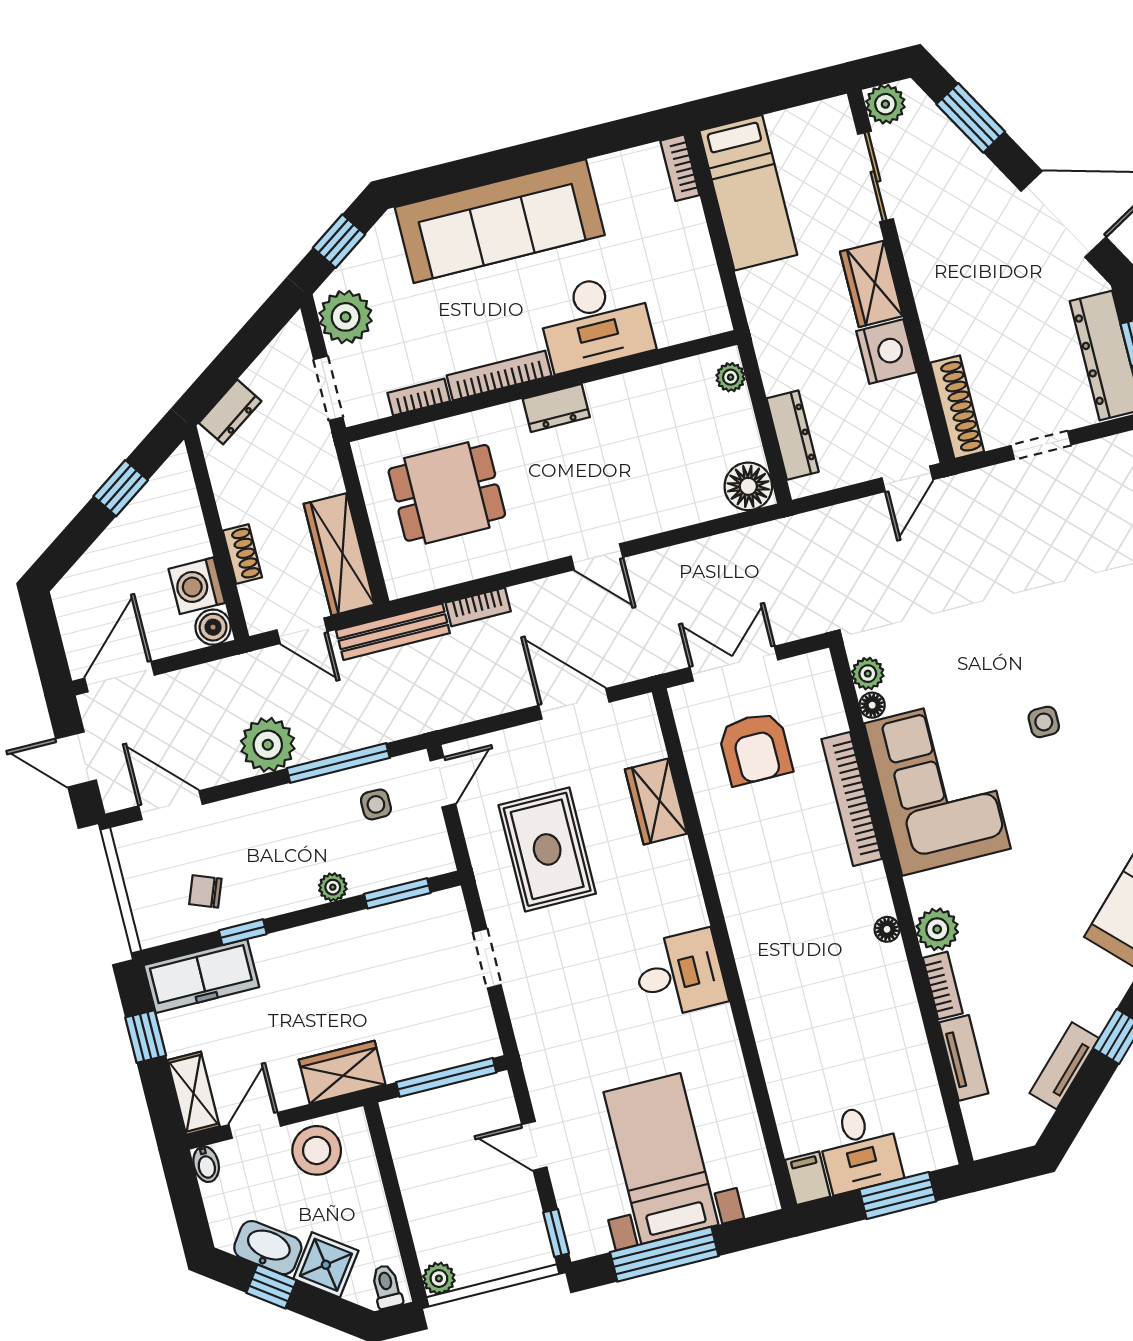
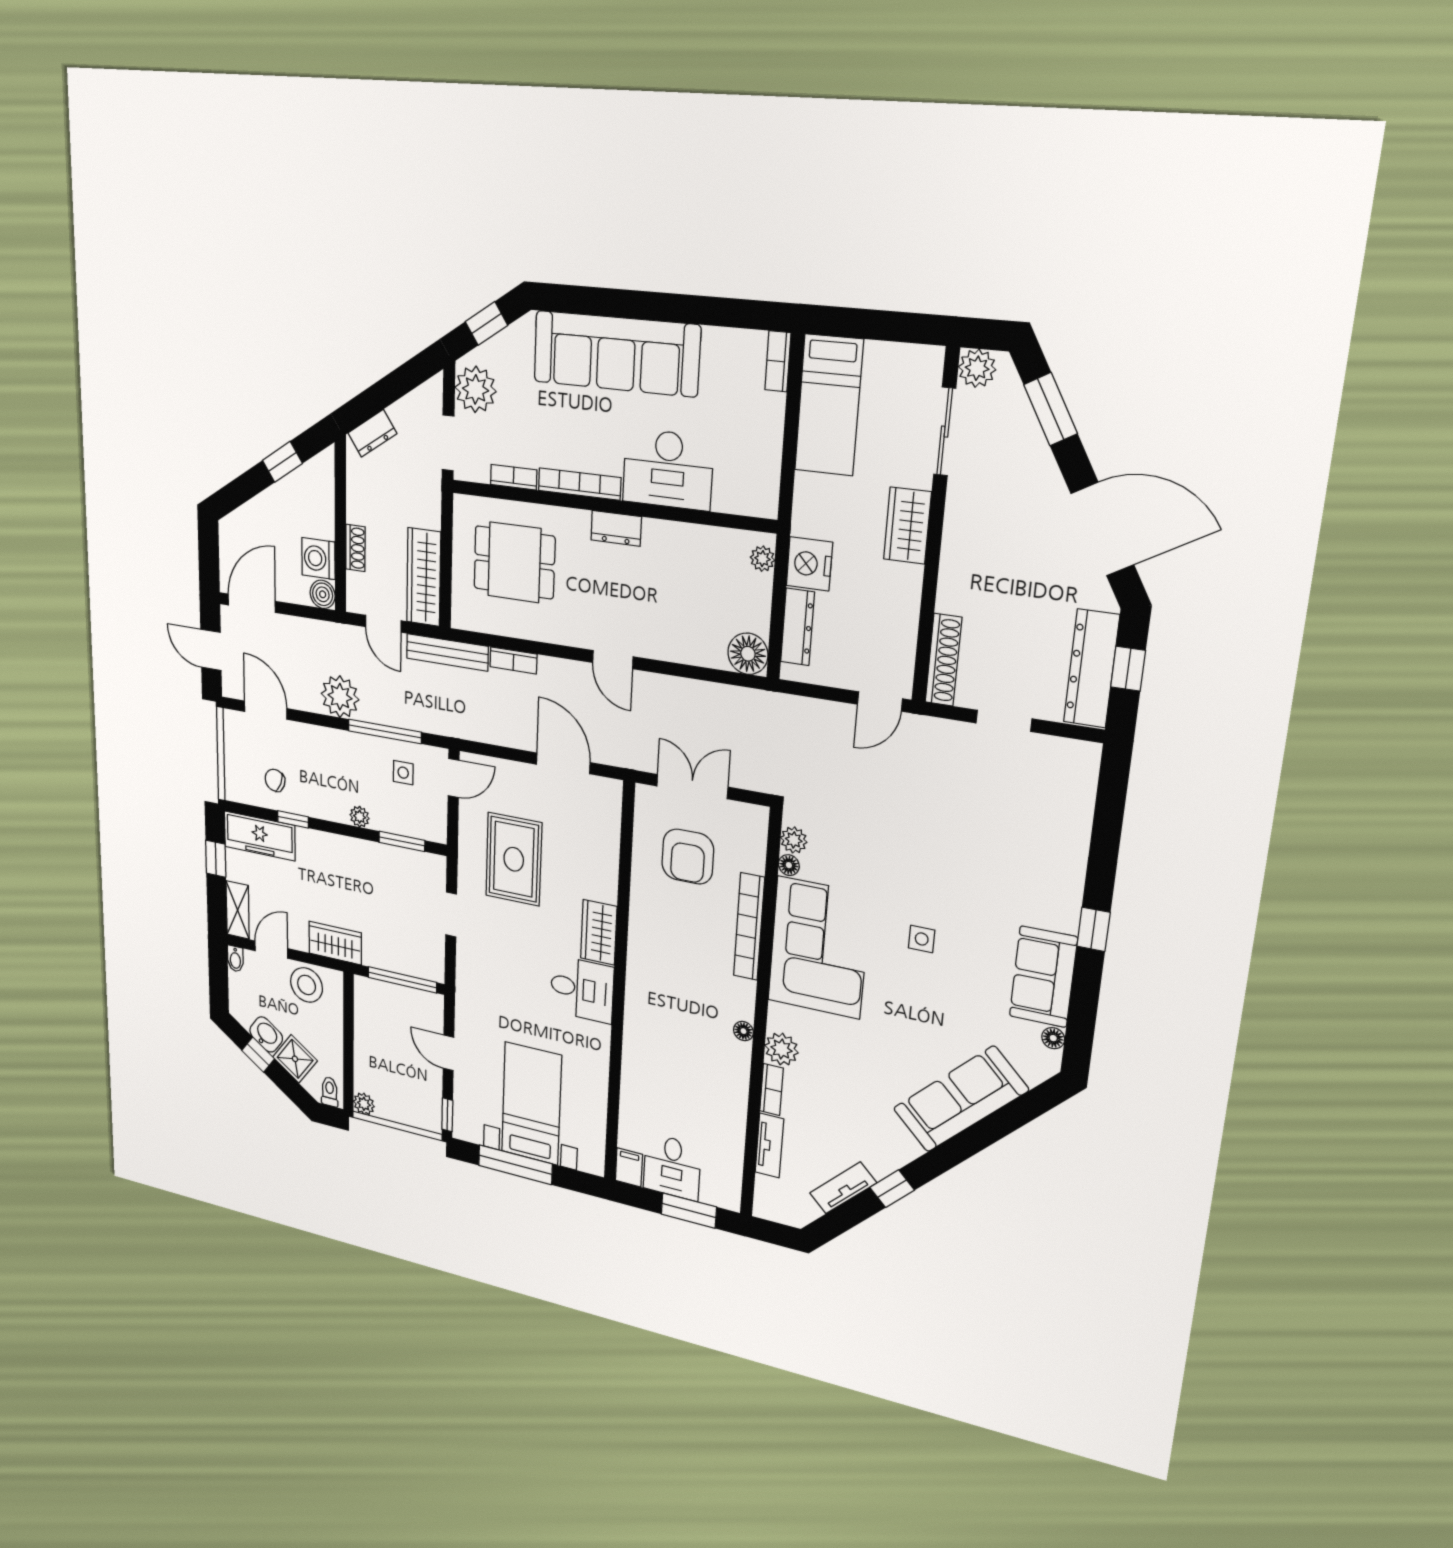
nightstand: (886, 352) -> (809, 564), moved, turned 180
wardrobe: (656, 801) -> (599, 932), moved
washbasin: (268, 1248) -> (266, 1034), width x0.72

